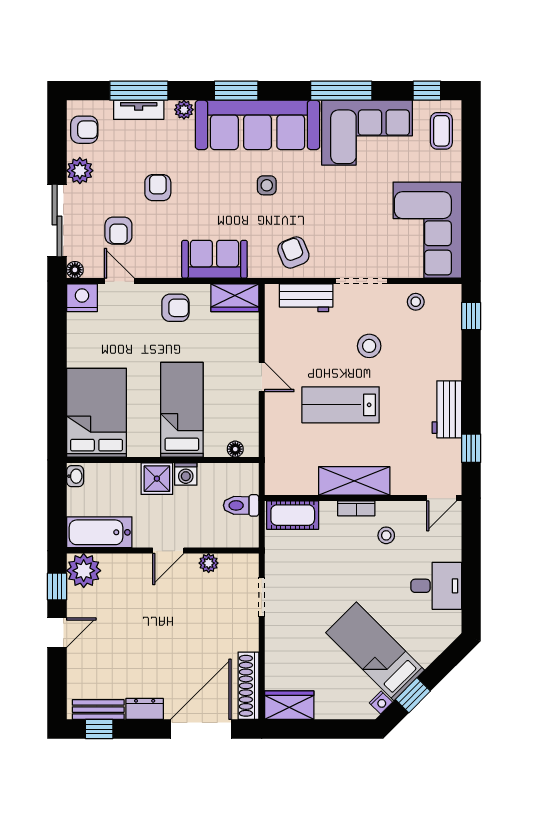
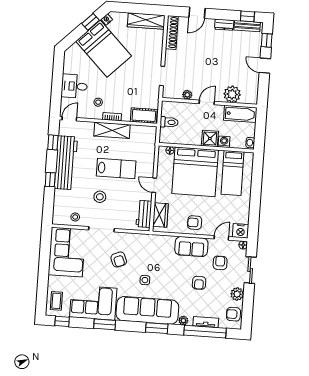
window: (139, 91) -> (205, 332), width x1.46
window: (341, 91) -> (105, 324), width x0.69
sliding door: (57, 221) -> (250, 270), width x0.73
armchair: (293, 252) -> (119, 260), moved
sofa: (214, 259) -> (191, 247), moved
door: (119, 281) -> (221, 238), swing flipped
wardrobe: (235, 298) -> (160, 215), moved, turned 90
workbench: (306, 298) -> (144, 214), moved, turned -90
window: (471, 316) -> (50, 180), moved
workbench: (447, 409) -> (66, 163), width x1.88, depth x1.32
bed: (182, 410) -> (195, 172), width x2.04
bed: (97, 413) -> (232, 173), width x0.67
washing machine: (186, 474) -> (224, 142), moved
plant: (84, 571) -> (232, 94), moved
desk: (436, 586) -> (74, 86), moved
window: (57, 587) -> (267, 40), moved
door: (57, 633) -> (265, 66), hinge flipped
bed: (375, 651) -> (104, 49), width x1.50
wardrobe: (289, 705) -> (146, 21), width x1.50
door: (201, 729) -> (197, 13), width x0.53

